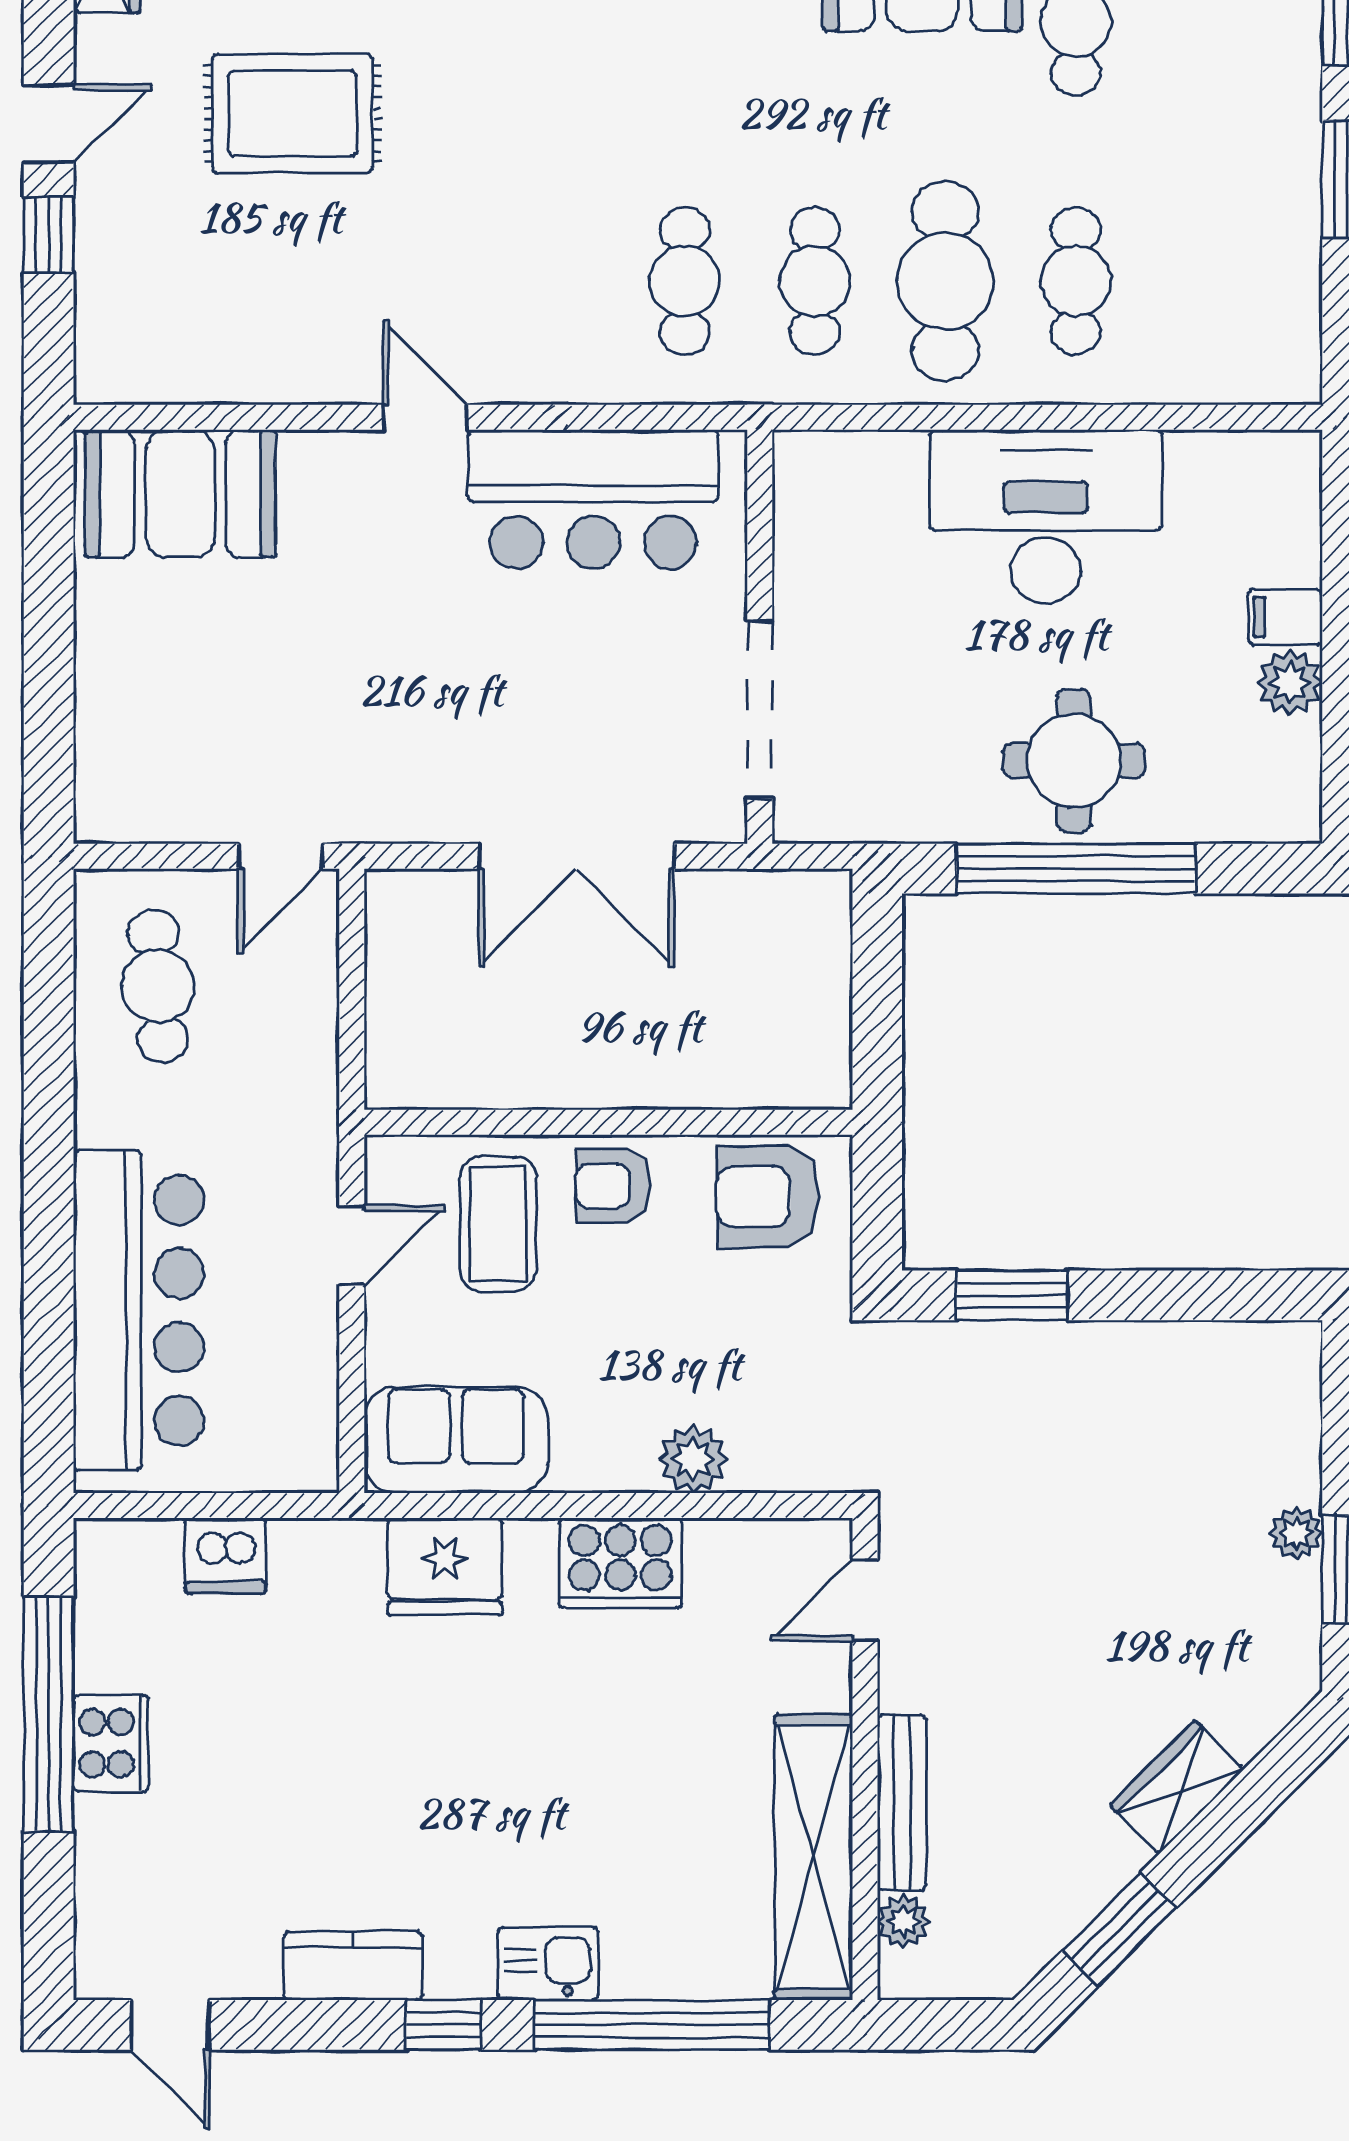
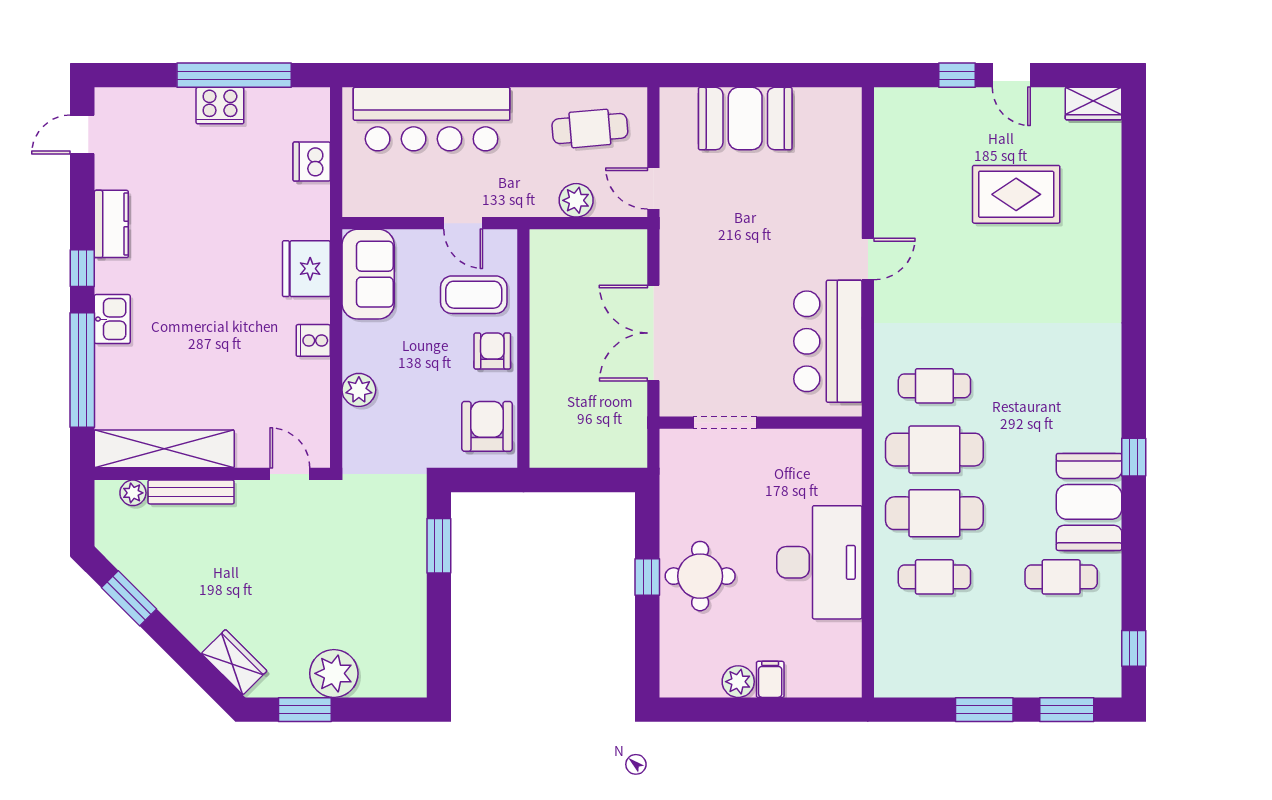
rug: (292, 114) -> (1016, 194), turned 90
cafe table: (815, 281) -> (934, 450), width x1.37, depth x1.35
booth: (180, 494) -> (745, 119), moved, turned 90
doorway: (760, 710) -> (725, 423), width x0.73
window: (1076, 869) -> (647, 577), width x0.32
plant: (305, 1014) -> (576, 200), added
plant: (1296, 1533) -> (334, 673), width x1.88, depth x1.88
cooker: (620, 1563) -> (313, 340), width x0.53, depth x0.76
wardrobe: (1177, 1787) -> (234, 662), moved

